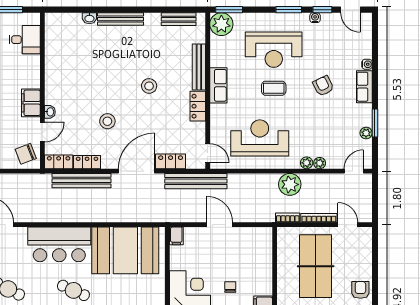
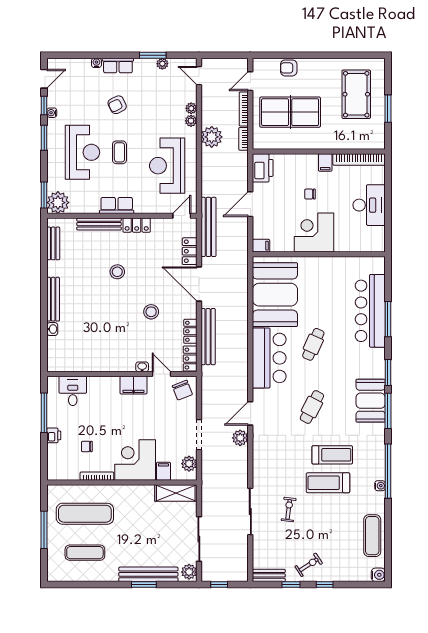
printer: (257, 238) -> (263, 168), added
armchair: (360, 290) -> (289, 68), moved

